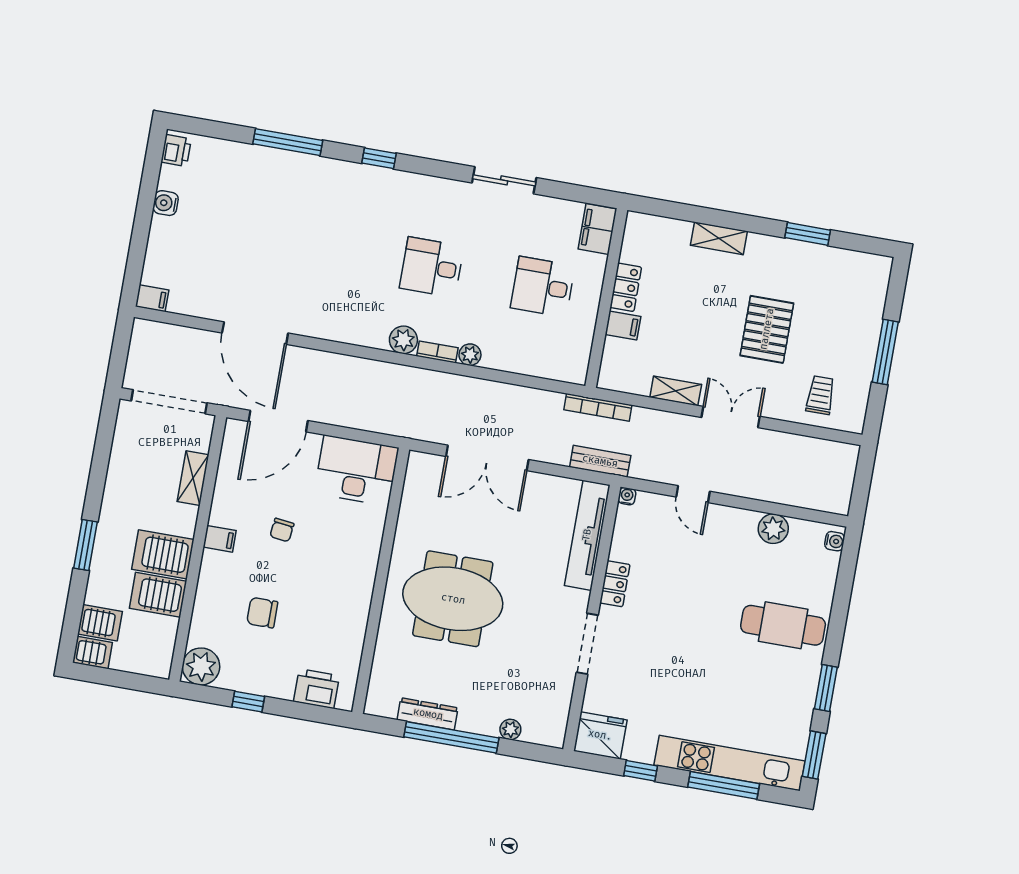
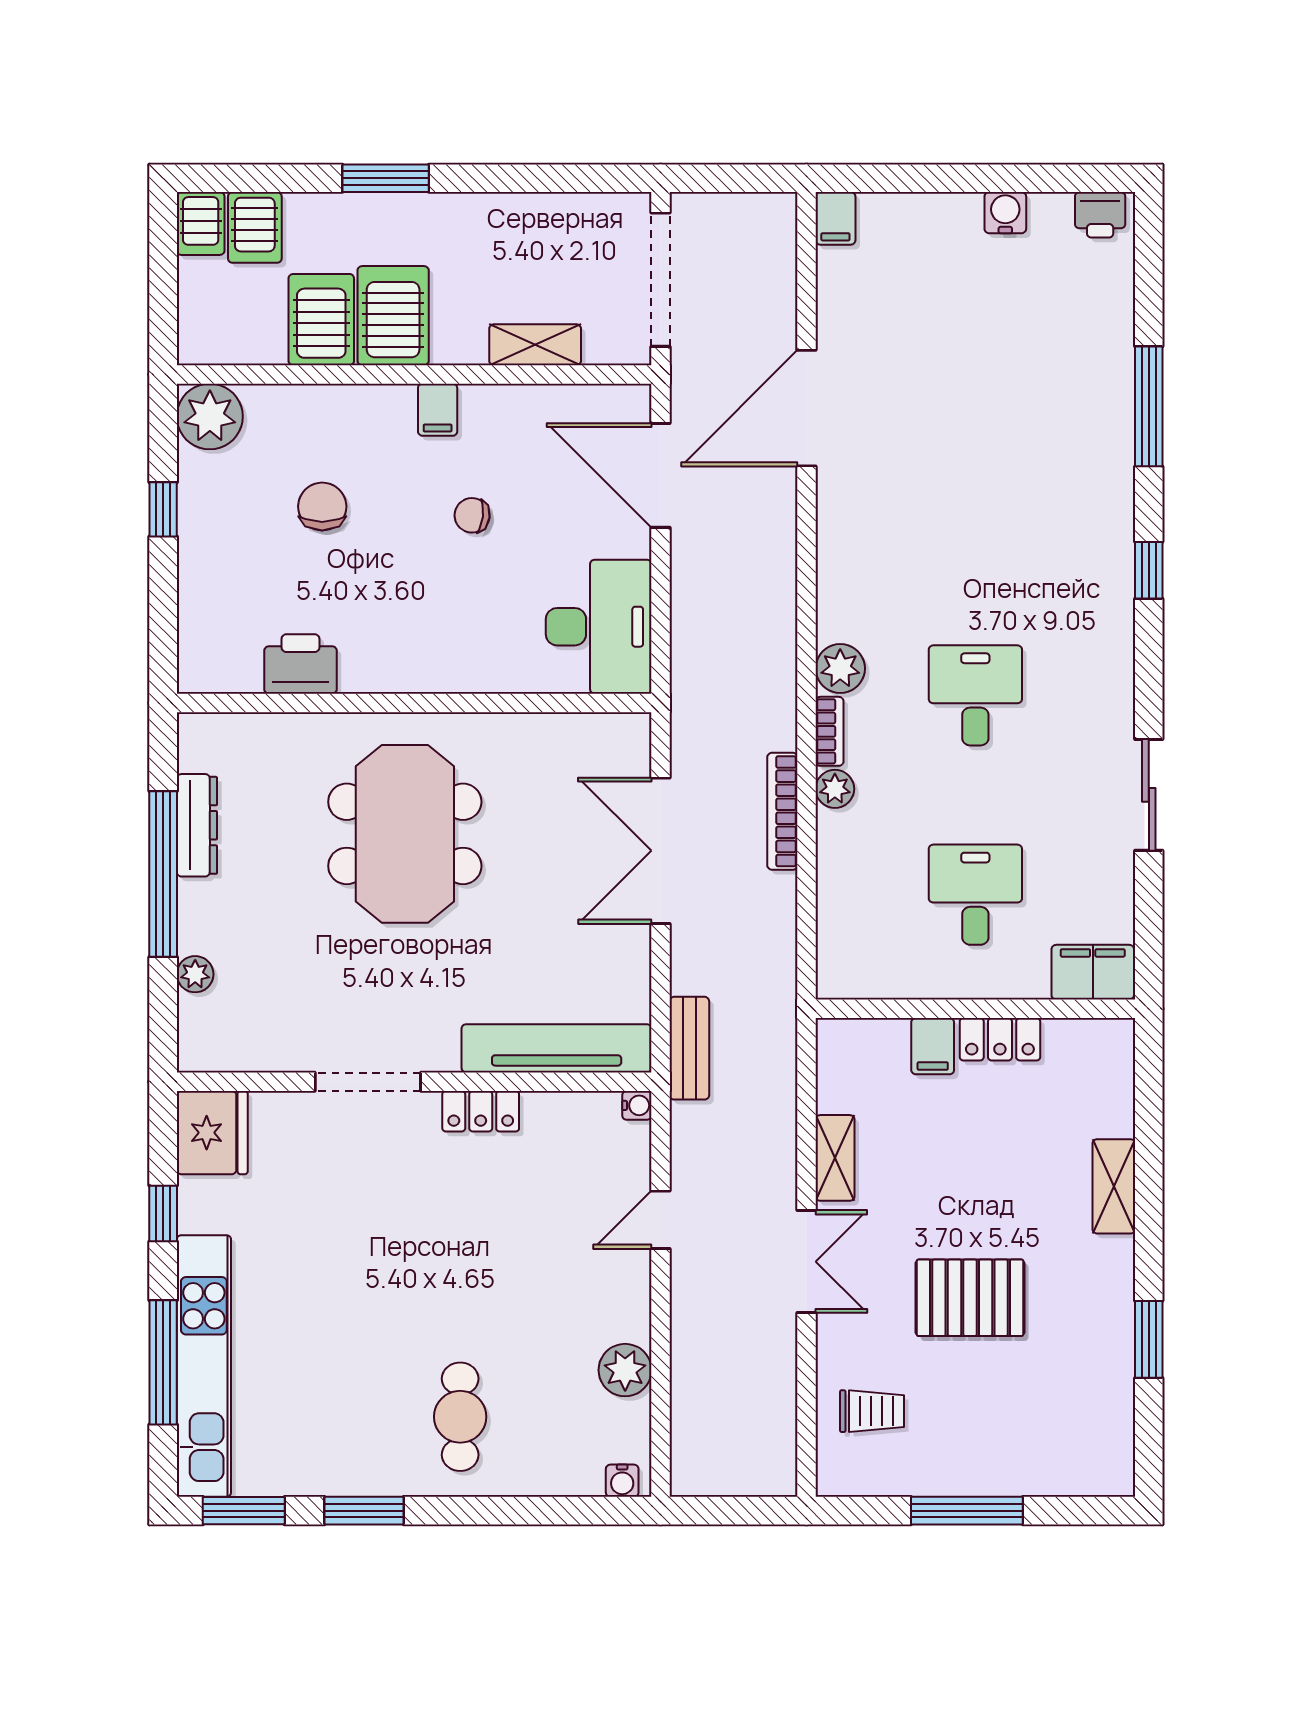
bookcase: (598, 407) -> (782, 811), moved
cafe table: (783, 625) -> (460, 1417), width x0.73, depth x0.74
printer: (316, 689) -> (300, 664), moved, turned -90

